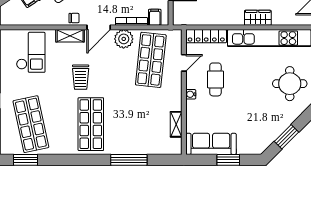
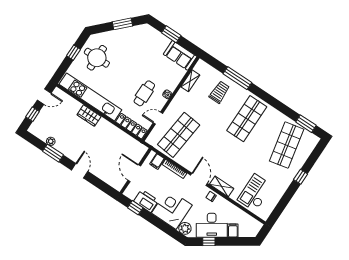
door: (99, 27) -> (199, 179), hinge flipped
plant: (124, 39) -> (187, 161), removed
trolley: (81, 77) -> (219, 92), moved
sofa: (211, 144) -> (180, 55), width x0.73

